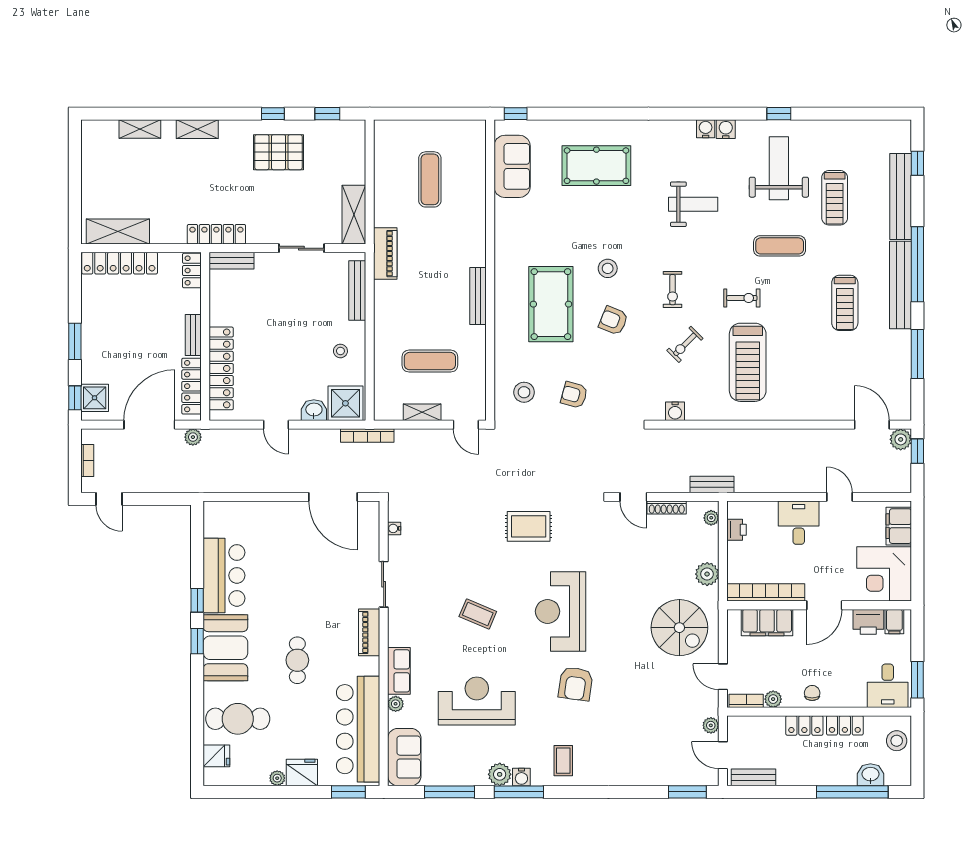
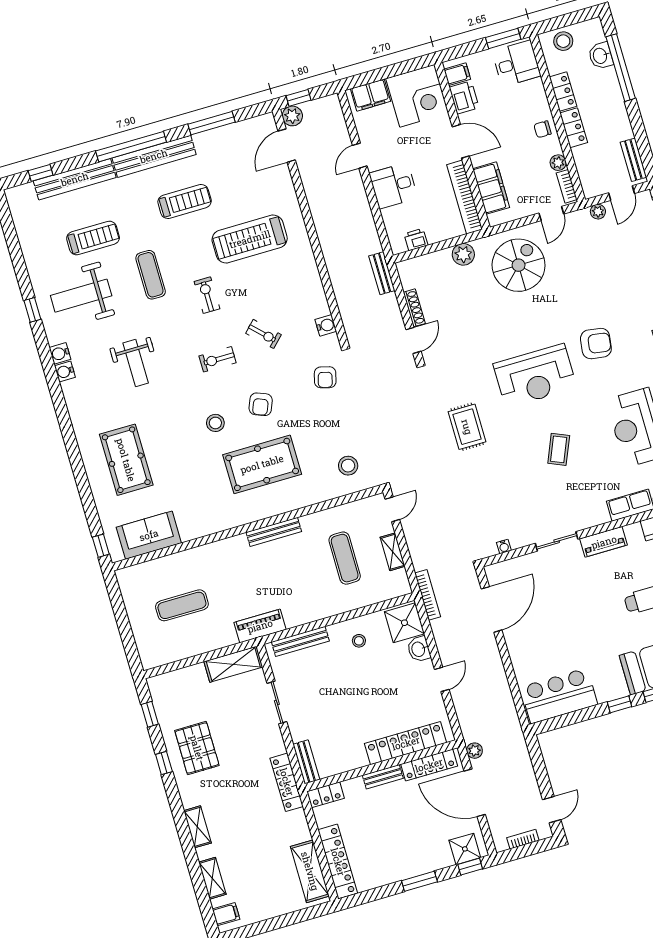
filing cabinet: (99, 132) -> (226, 914), added
weight bench: (693, 204) -> (136, 363), turned 180
exercise bike: (673, 290) -> (217, 359), turned 180
treadmill: (748, 362) -> (250, 239), moved, turned 180
armchair: (574, 395) -> (325, 377), moved
plant: (711, 518) -> (412, 265), removed
bar counter: (224, 575) -> (559, 696), moved

